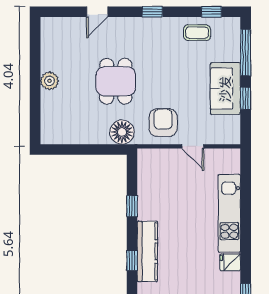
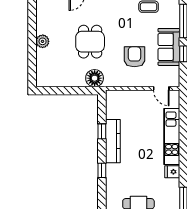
armchair: (163, 123) -> (134, 57), moved
door: (193, 146) -> (161, 88), moved
kitchen counter: (147, 251) -> (113, 141), moved

